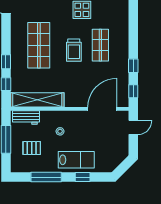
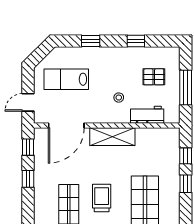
shelving: (37, 100) -> (112, 137), moved, width x0.68
workbench: (26, 117) -> (147, 115), moved
lab bench: (76, 160) -> (66, 79), moved
window: (46, 177) -> (136, 41), width x0.46

